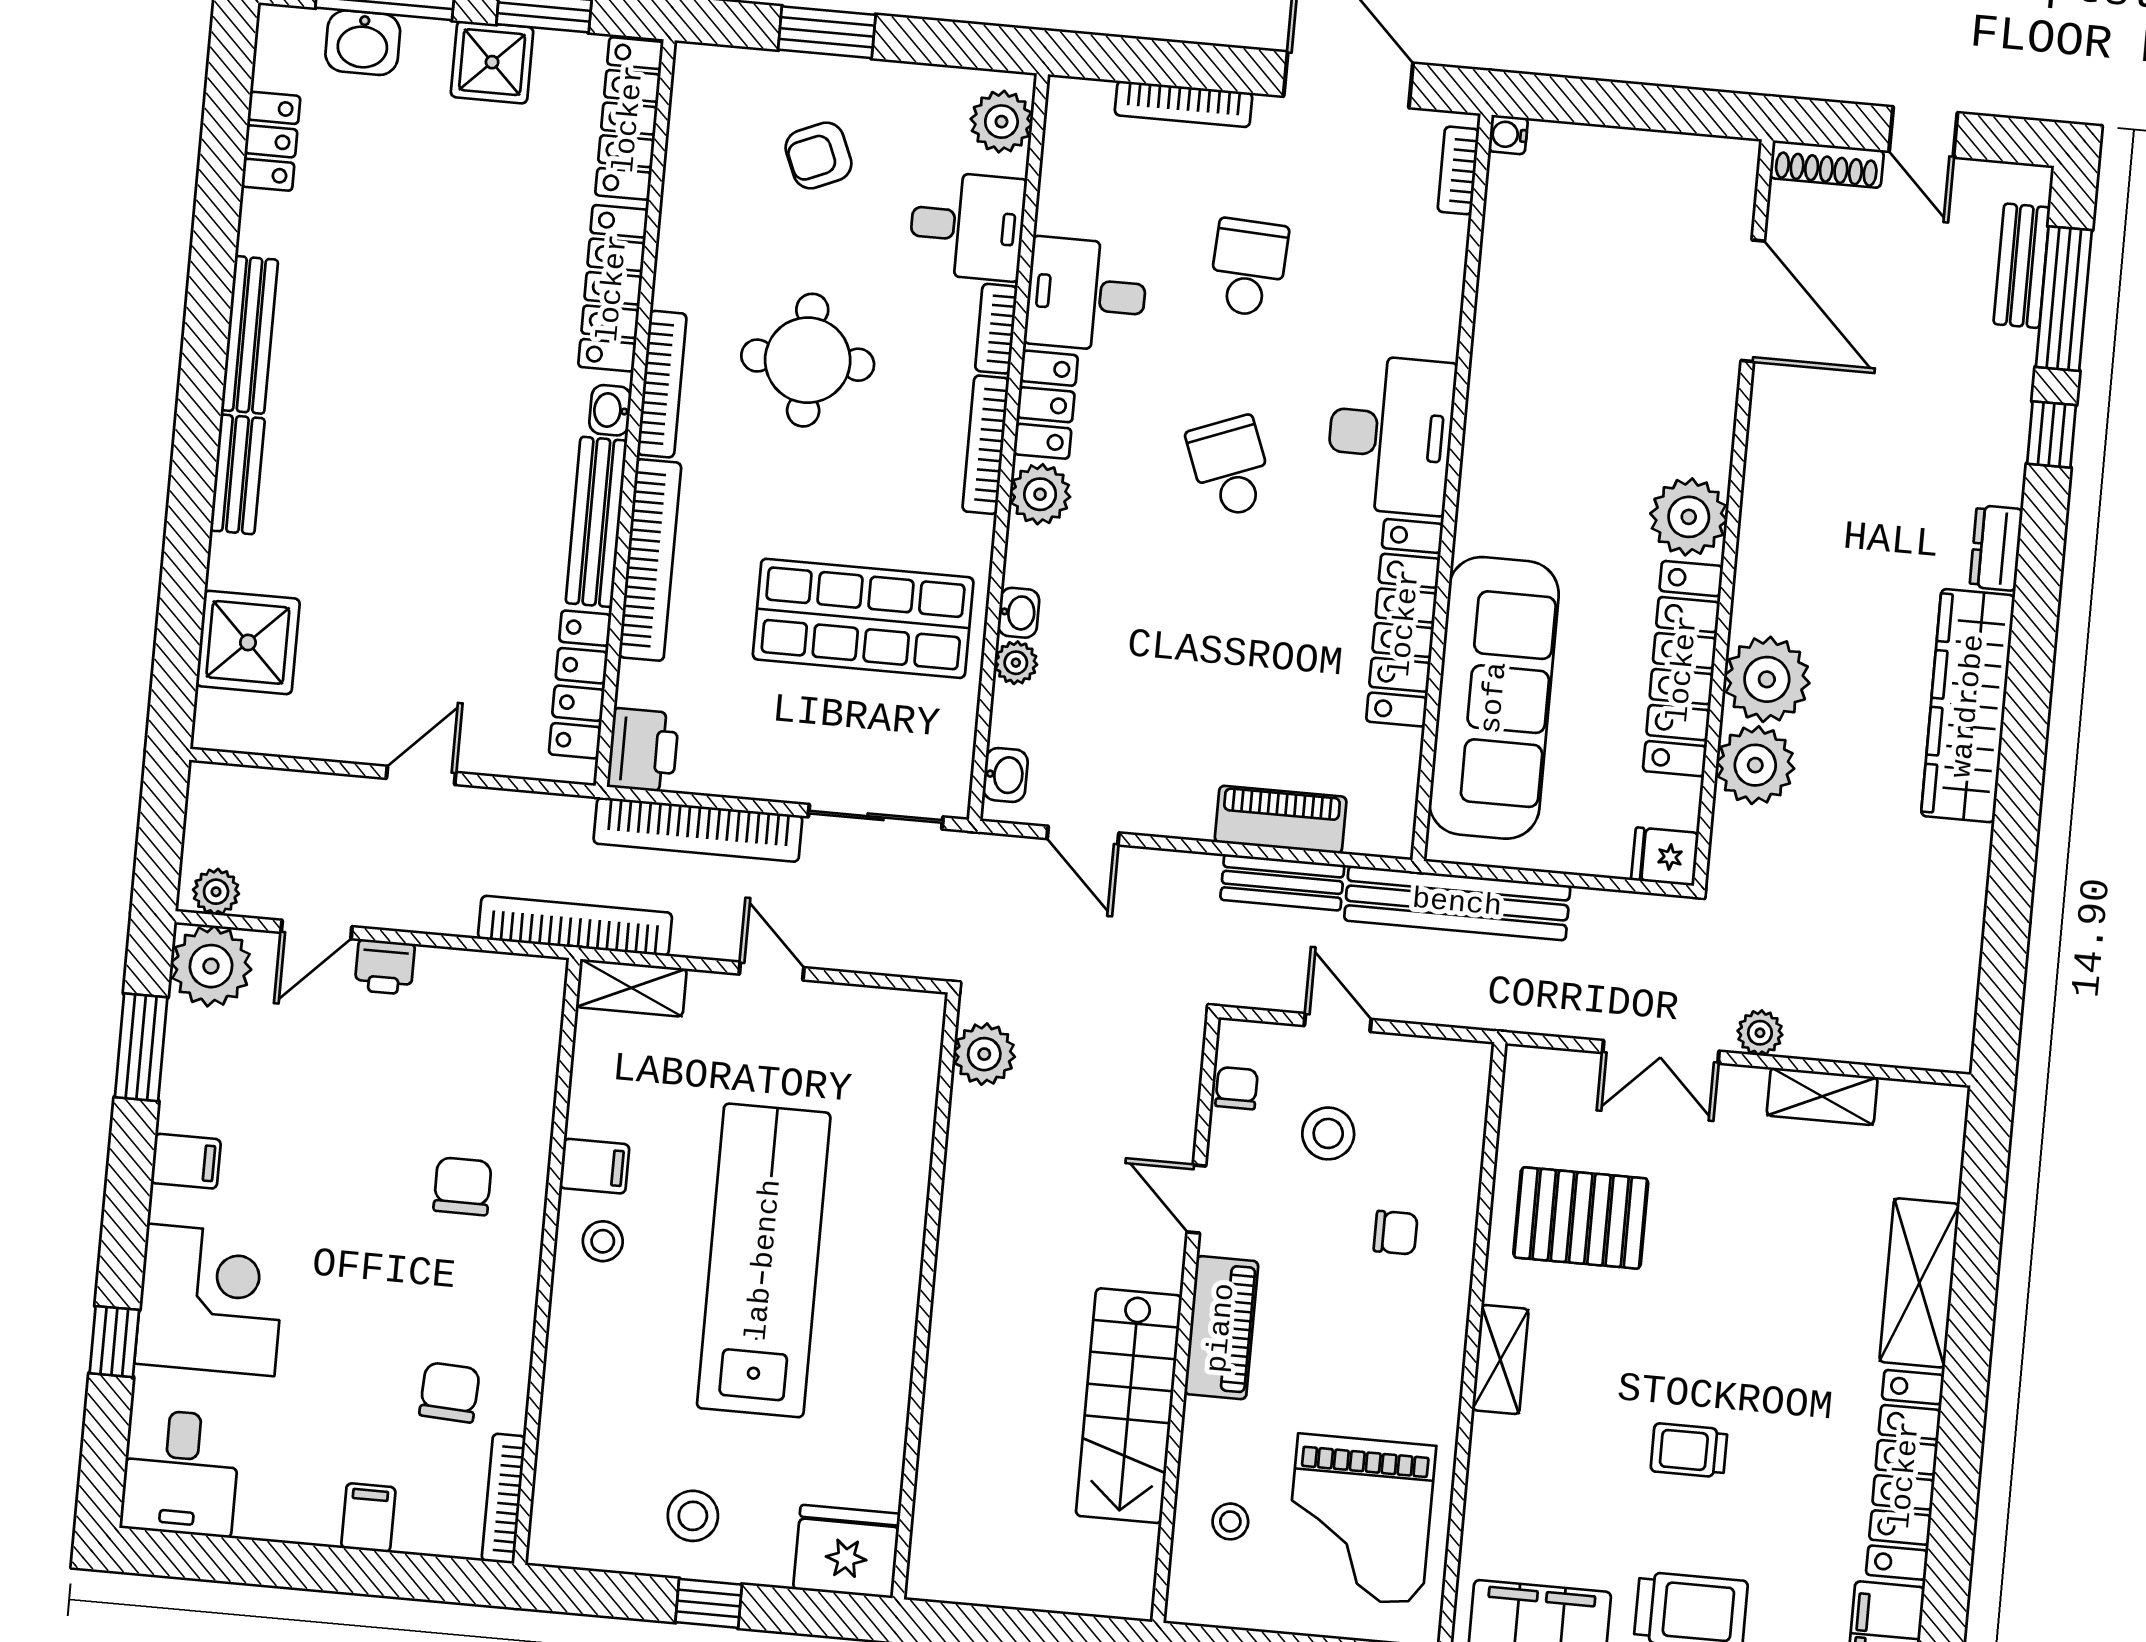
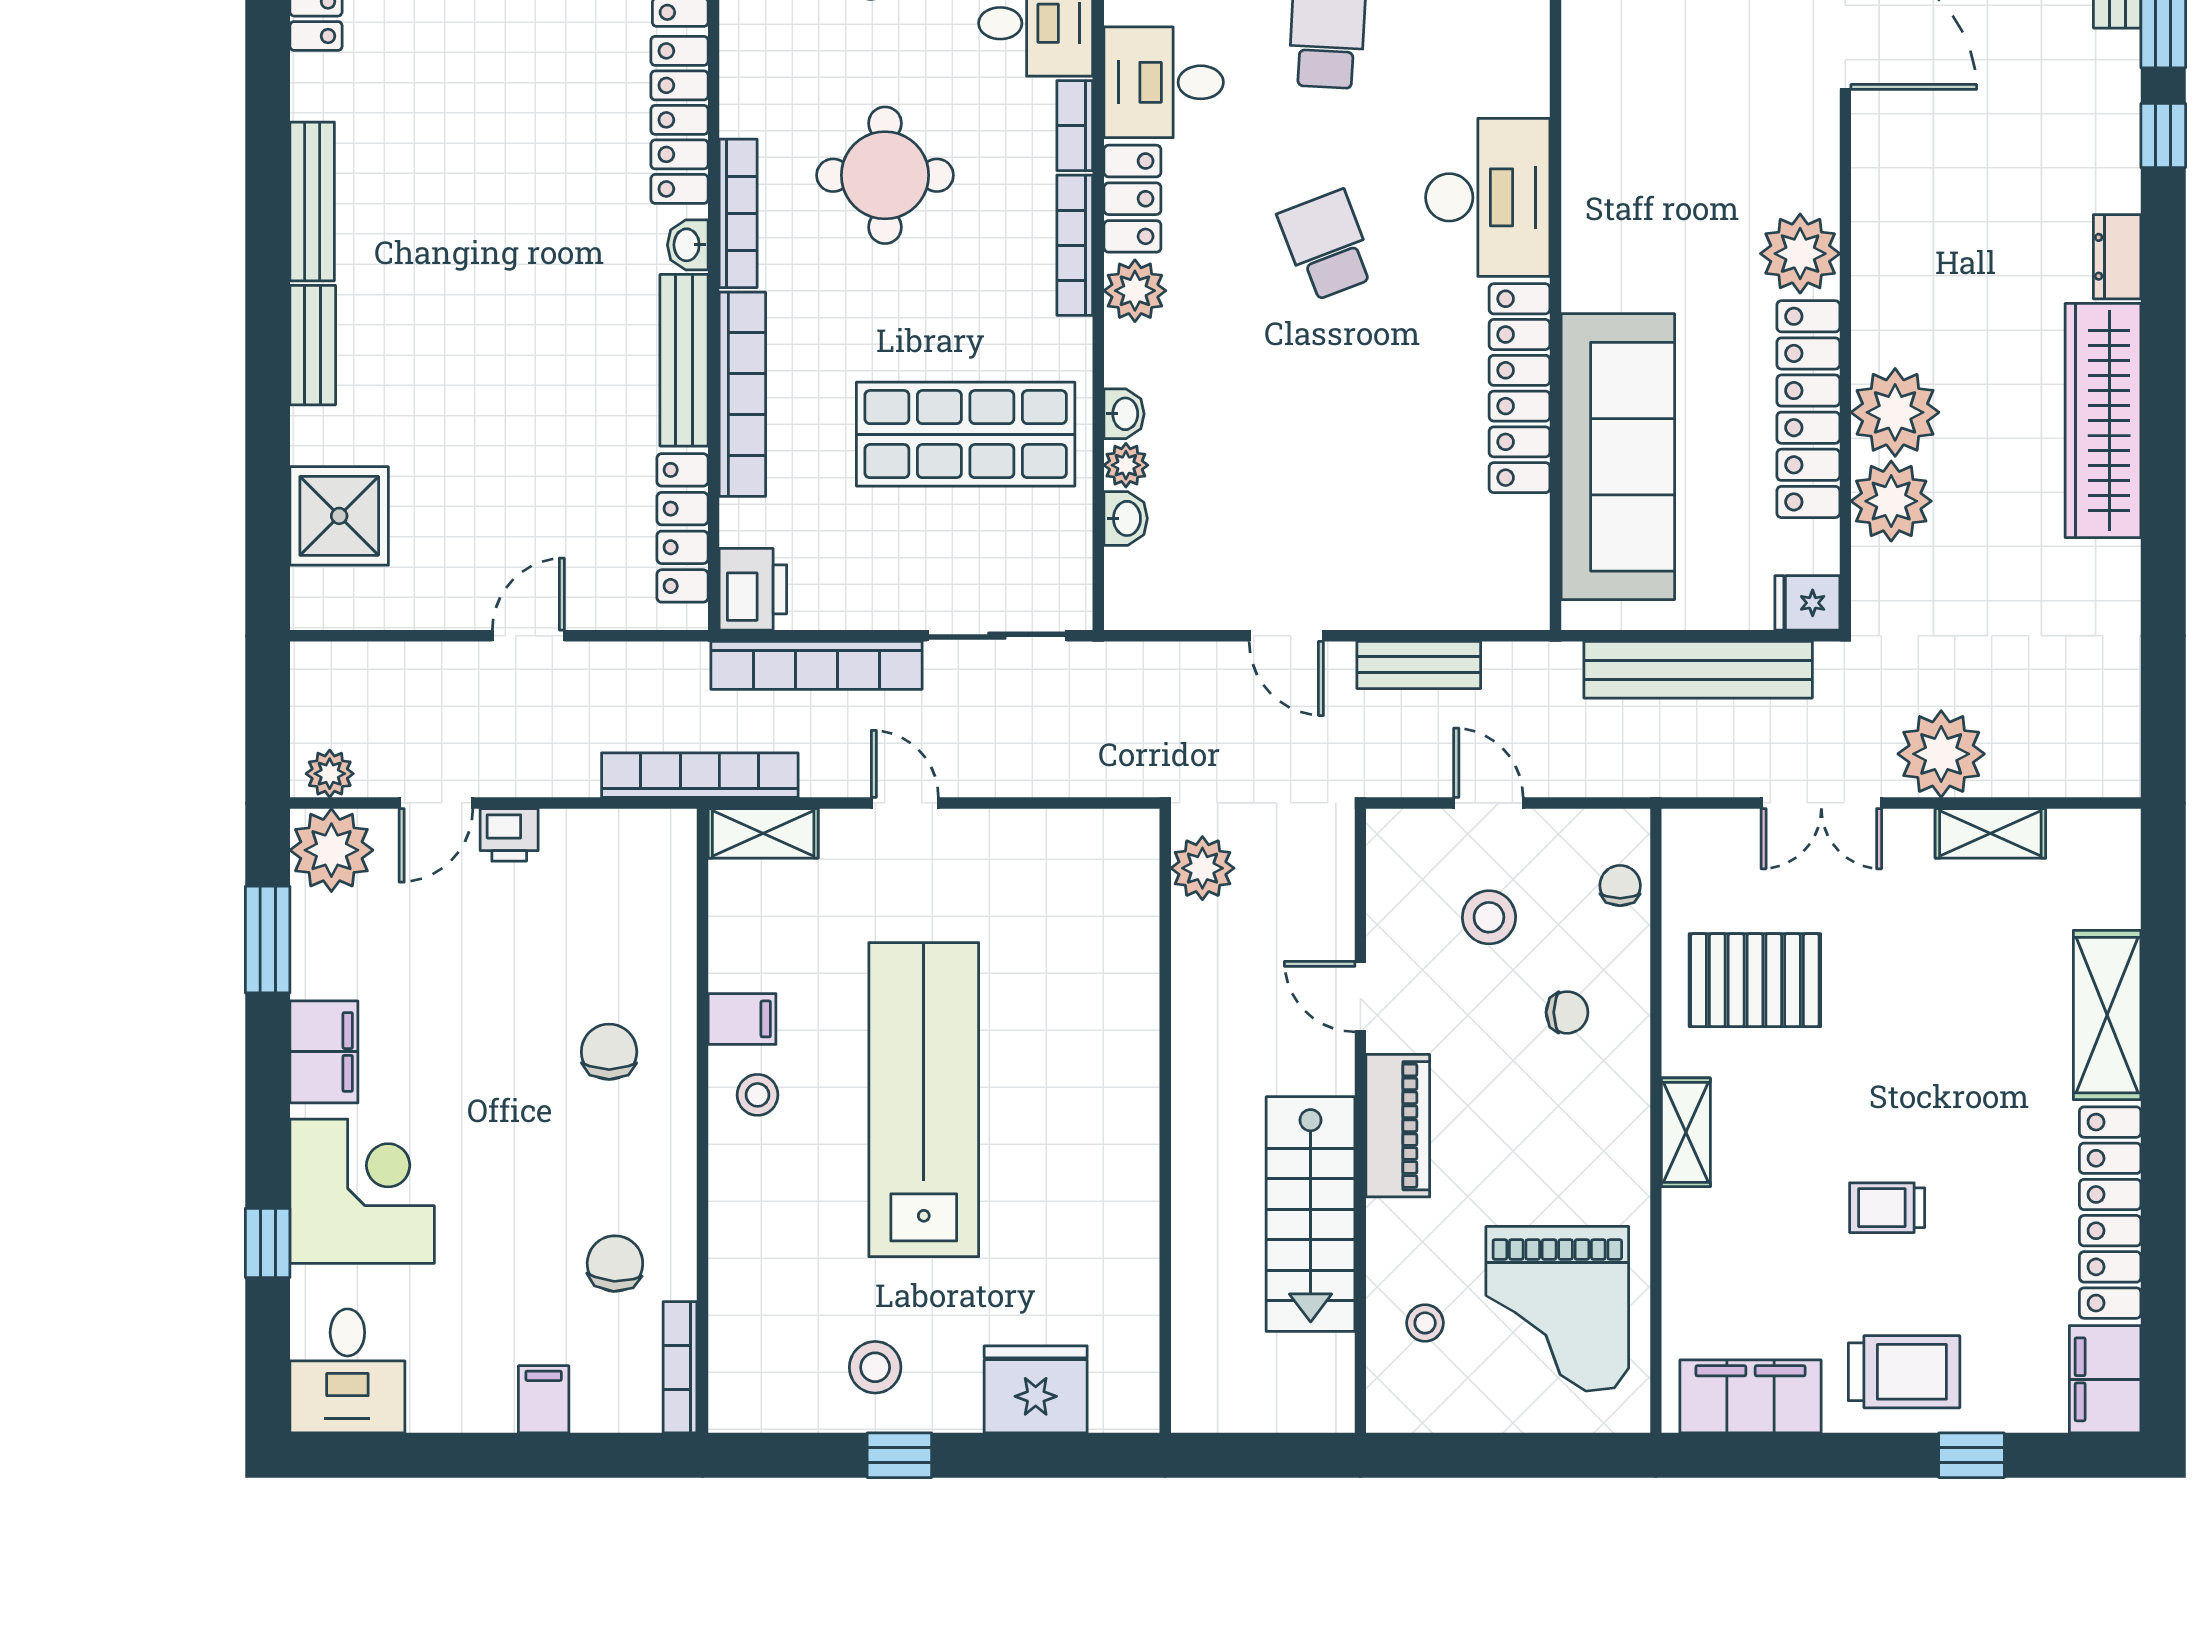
washbasin: (1005, 775) -> (1126, 518), moved
piano: (1281, 820) -> (1411, 601), removed
door: (1083, 836) -> (1286, 636), moved
bench: (1457, 903) -> (1698, 670), moved
plant: (1760, 1033) -> (1941, 754), width x1.88, depth x1.88
plant: (984, 1054) -> (1202, 868), moved
chair: (1237, 1088) -> (1620, 886), moved
filing cabinet: (186, 1161) -> (324, 1052), width x2.00
wall: (926, 1296) -> (1165, 1121), moved

